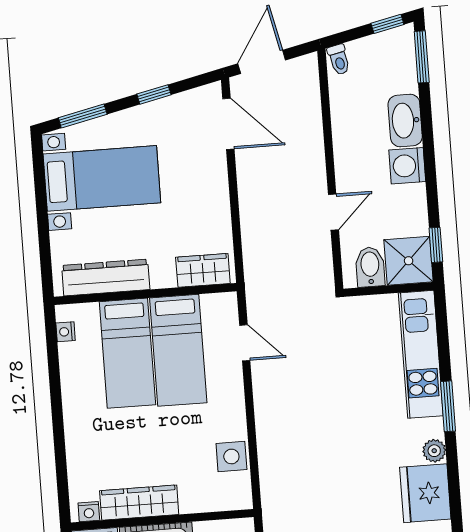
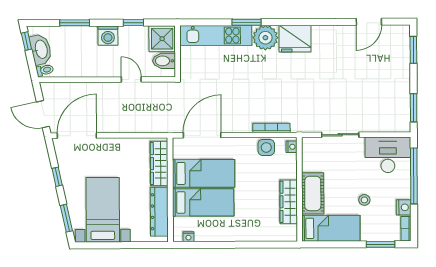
window: (422, 57) -> (75, 23), moved
washbasin: (405, 120) -> (41, 49), moved, turned -103
door: (228, 124) -> (77, 136), width x1.36
window: (436, 245) -> (133, 23), moved
wardrobe: (203, 270) -> (159, 164), width x1.50
door: (245, 343) -> (202, 135), width x1.88
plant: (434, 451) -> (265, 38), width x1.88, depth x1.88
bookcase: (266, 463) -> (271, 128), added
nightstand: (89, 512) -> (292, 147), moved

